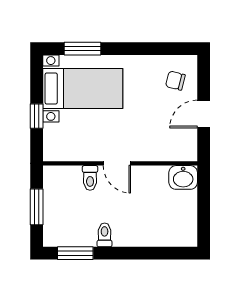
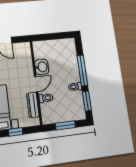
dresser: (80, 152) -> (33, 105), added
washbasin: (183, 177) -> (42, 67), moved
window: (133, 253) -> (82, 71), added

